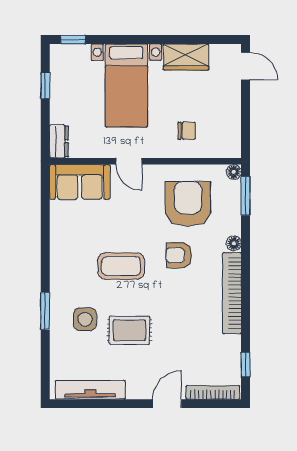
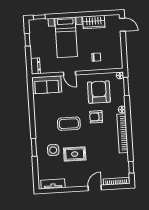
tv unit: (90, 390) -> (53, 184), width x0.71

